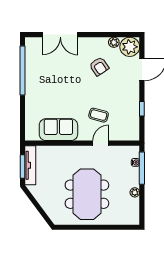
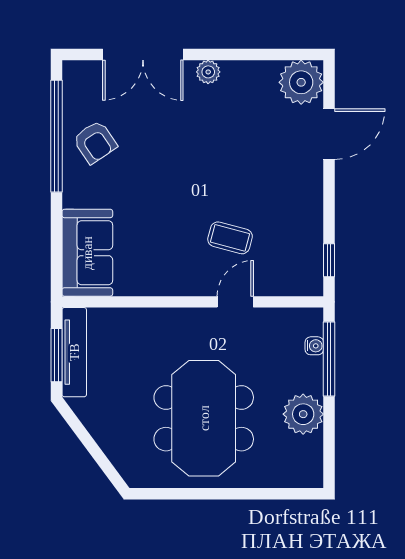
plant: (114, 42) -> (208, 72), moved
armchair: (99, 66) -> (95, 142), moved
window: (142, 109) -> (329, 260), moved
sofa: (58, 130) -> (87, 253), moved, turned 90
plant: (135, 192) -> (303, 414), width x1.88, depth x1.88

